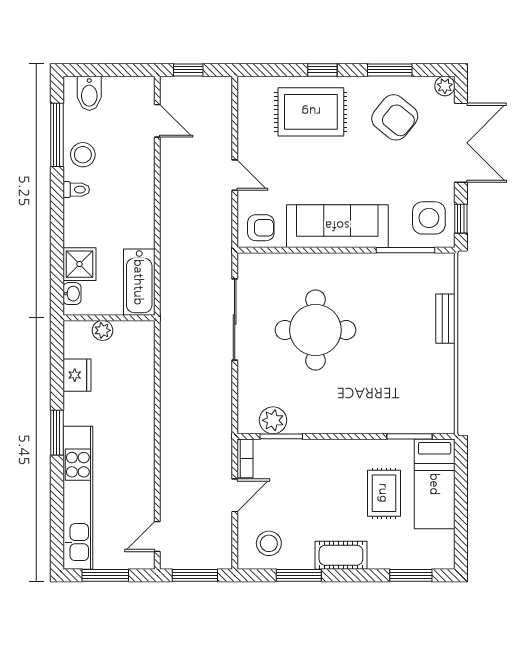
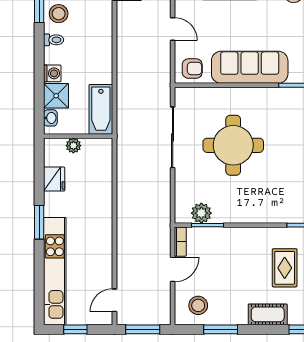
washing machine: (74, 234) -> (52, 73), added
cot: (341, 555) -> (268, 314), moved
window: (105, 575) -> (75, 329), width x0.67

